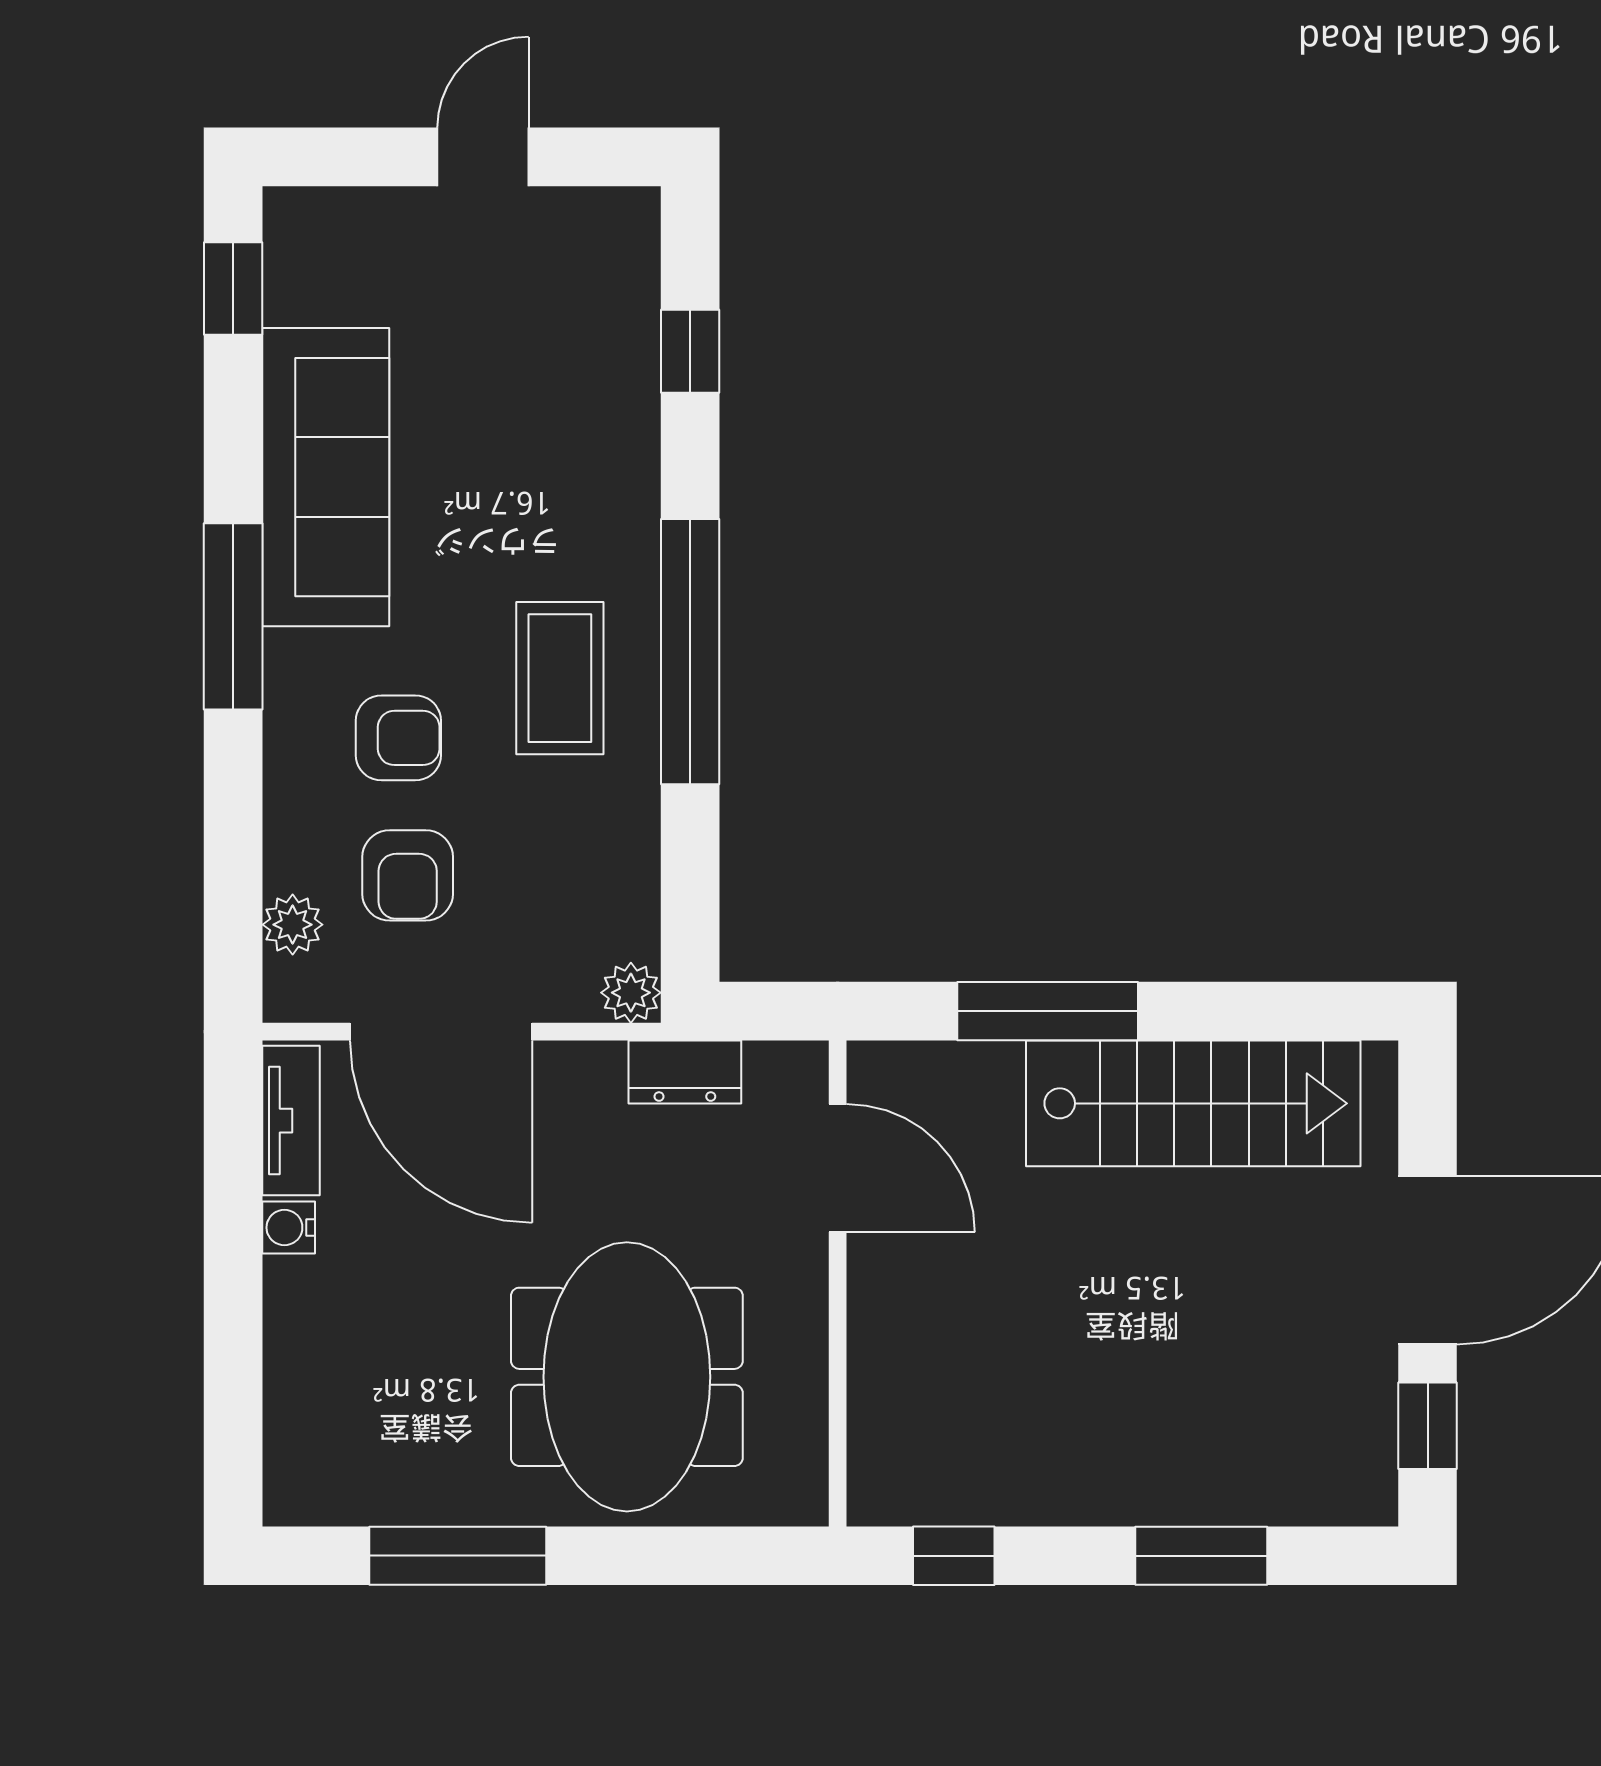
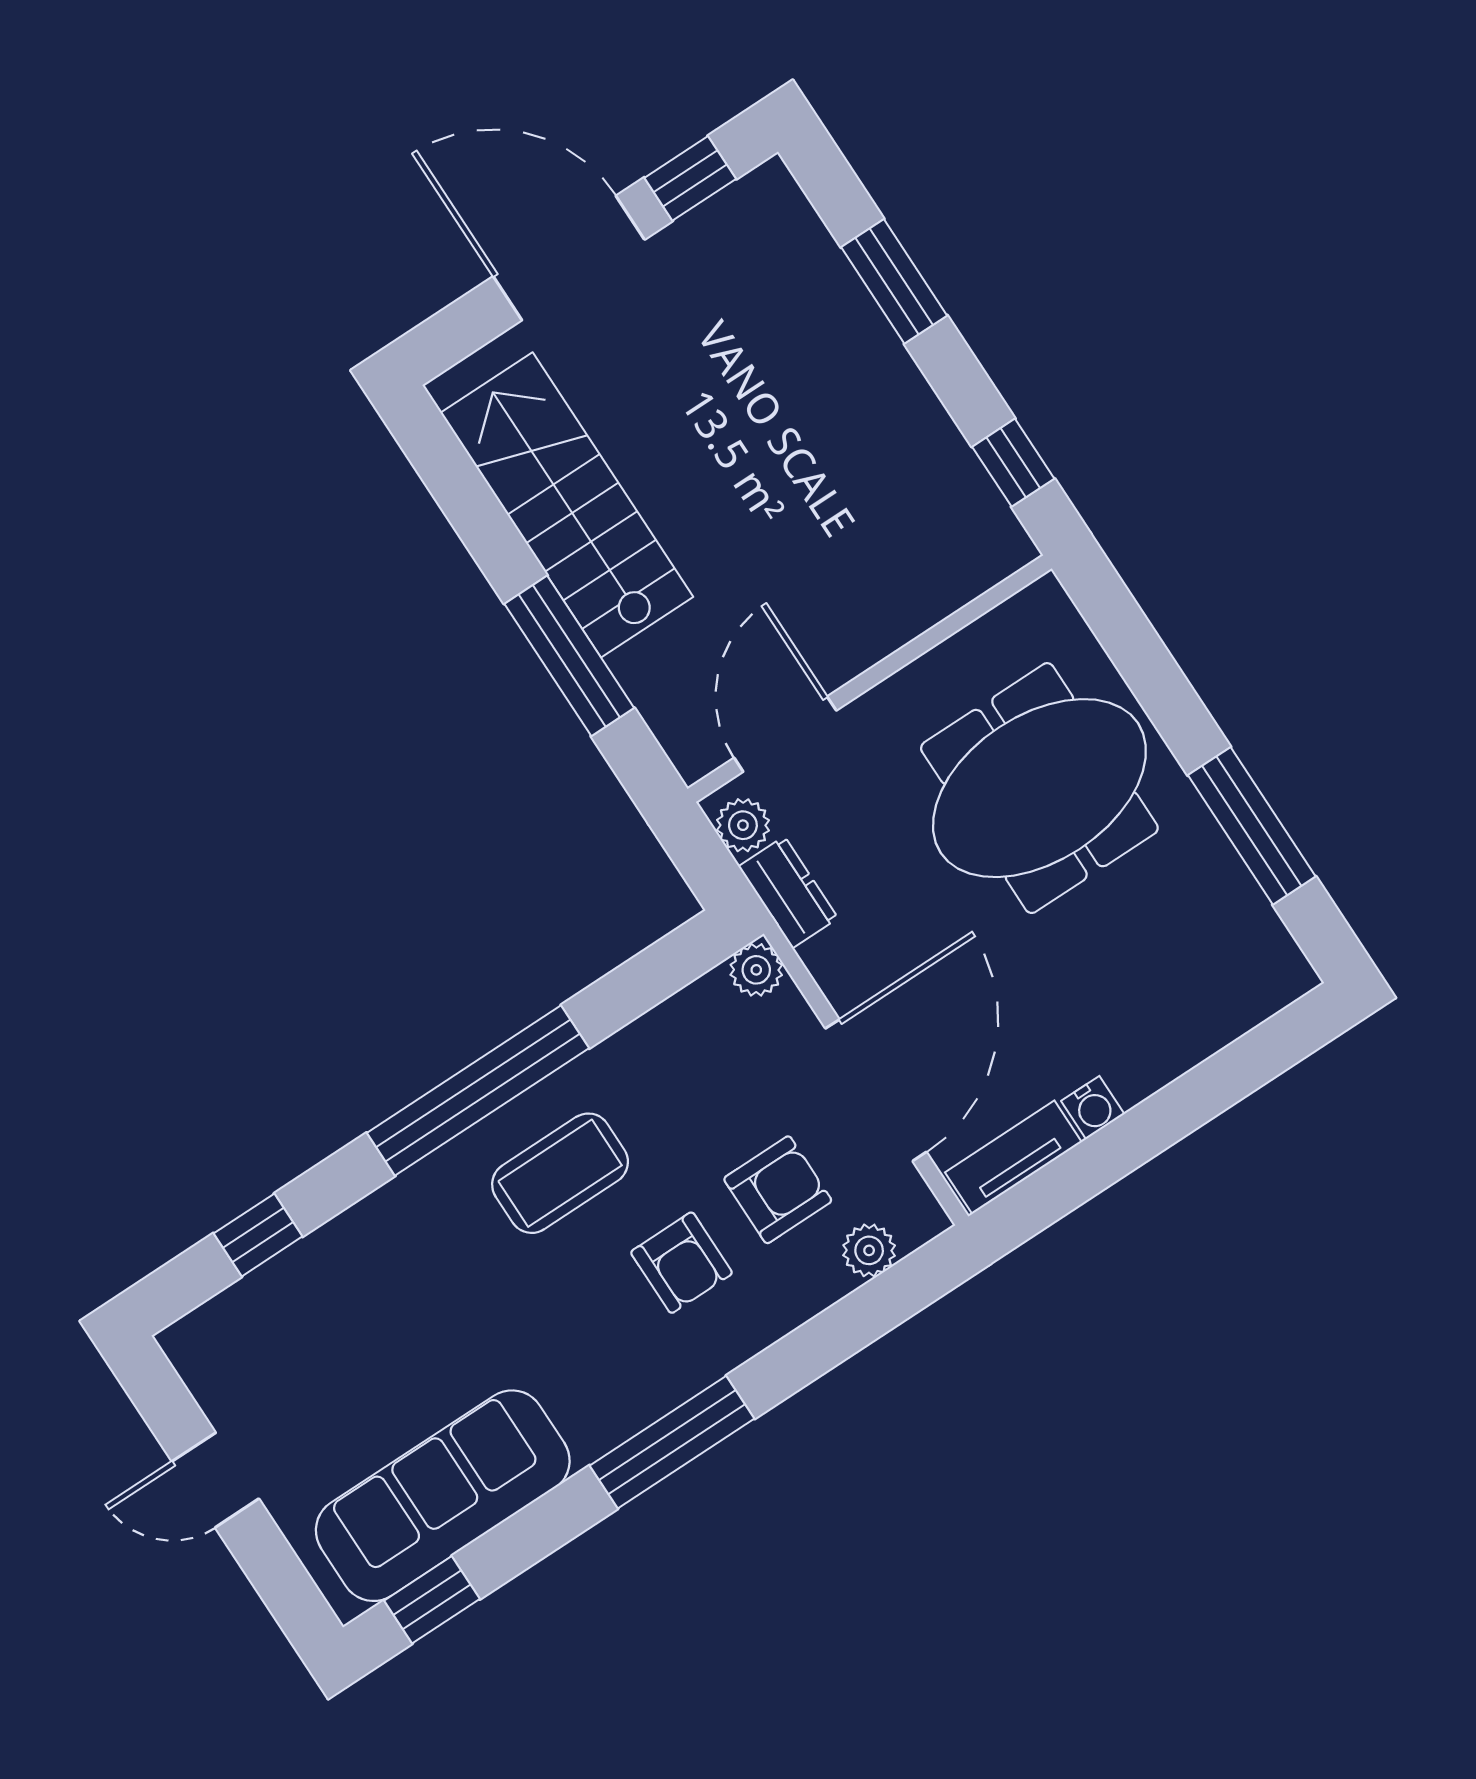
sofa: (326, 477) -> (443, 1496), moved
armchair: (398, 738) -> (681, 1263), turned 180
plant: (777, 1071) -> (743, 825), added

